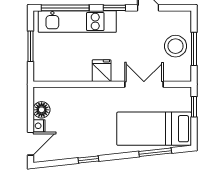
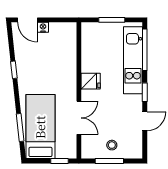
stool: (176, 46) -> (112, 145), width x0.53, depth x0.53
floor lamp: (42, 110) -> (57, 29), removed

